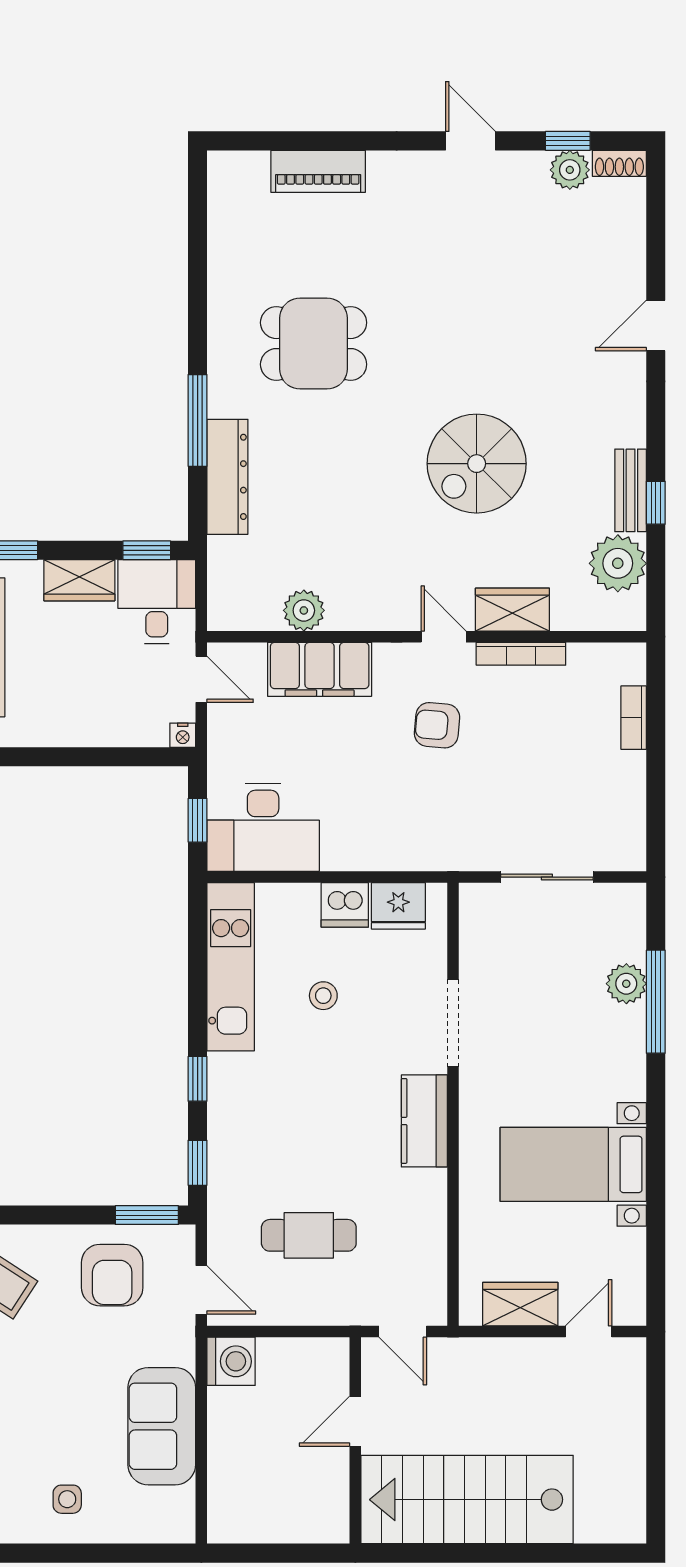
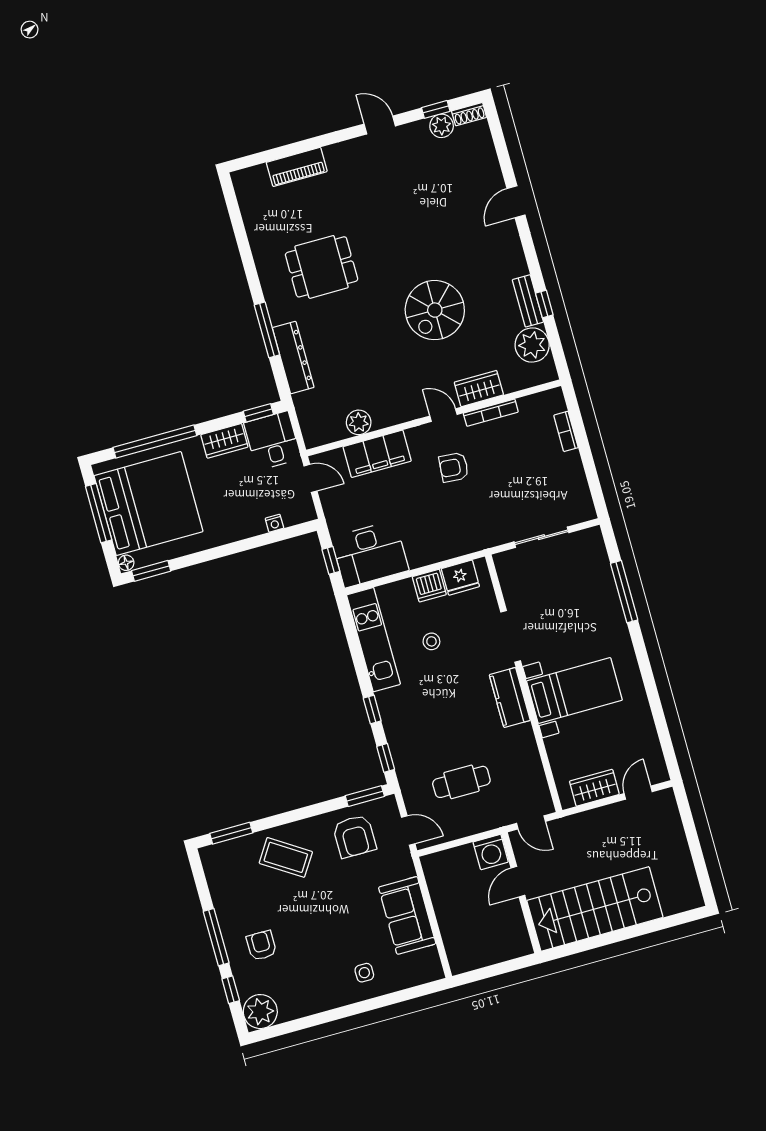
nightstand: (183, 735) -> (274, 523), moved
plant: (626, 984) -> (604, 586), removed
bed with nightstands: (573, 1164) -> (574, 691), moved, turned 180
washing machine: (231, 1361) -> (491, 852), moved, turned 90

